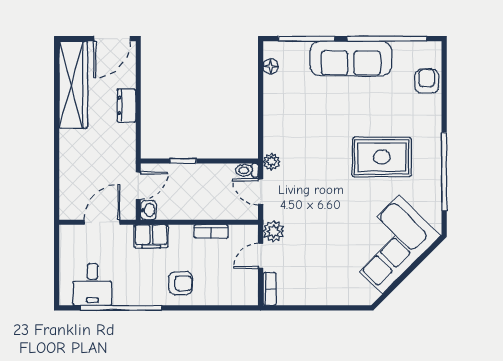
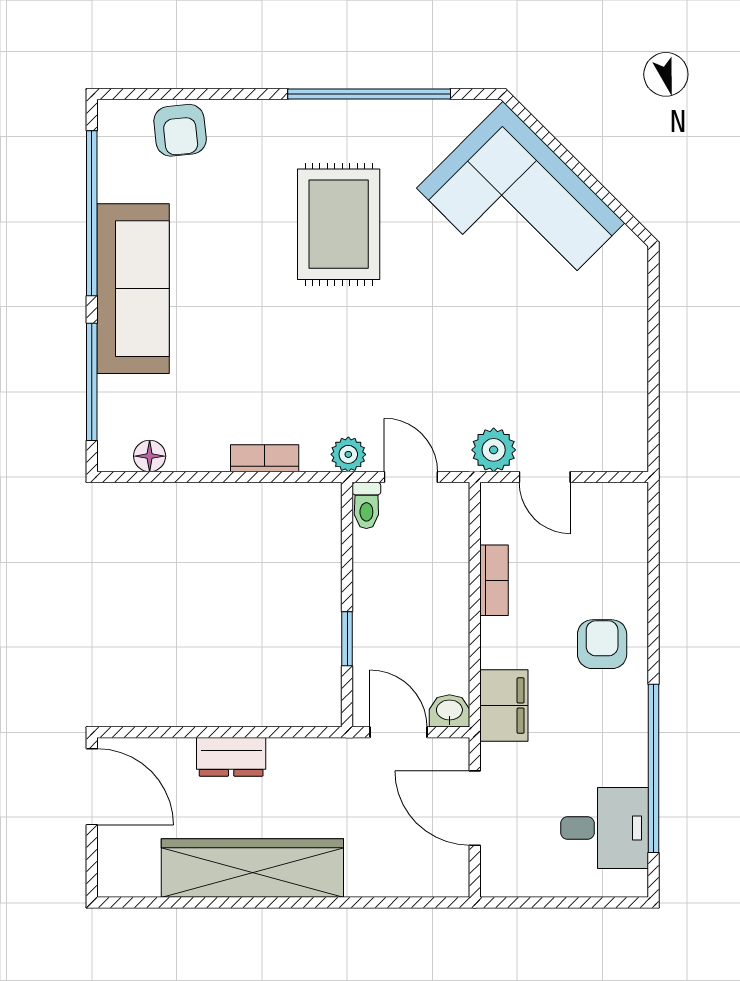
armchair: (427, 81) -> (180, 130), turned -96
wardrobe: (73, 85) -> (252, 868), moved
door: (261, 192) -> (411, 477), swing flipped
bookcase: (270, 289) -> (265, 458), moved

